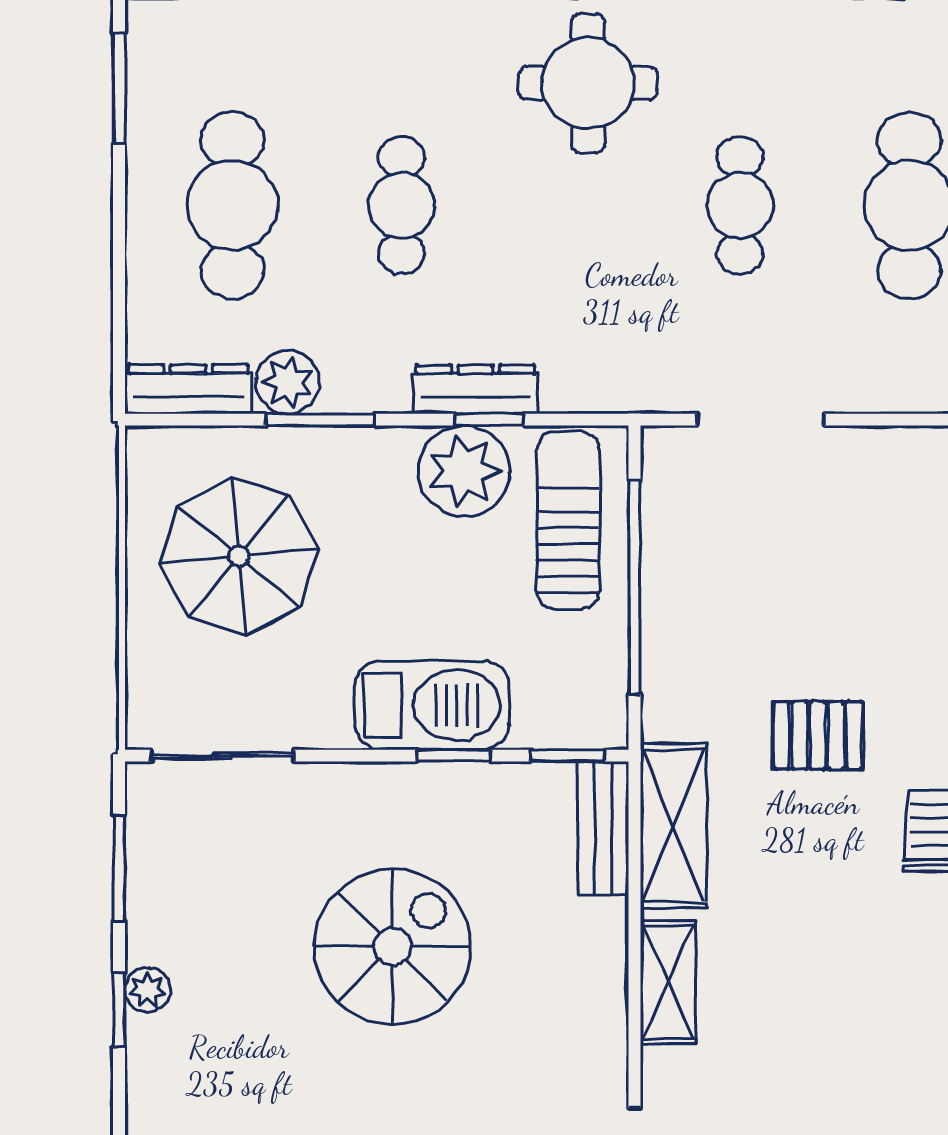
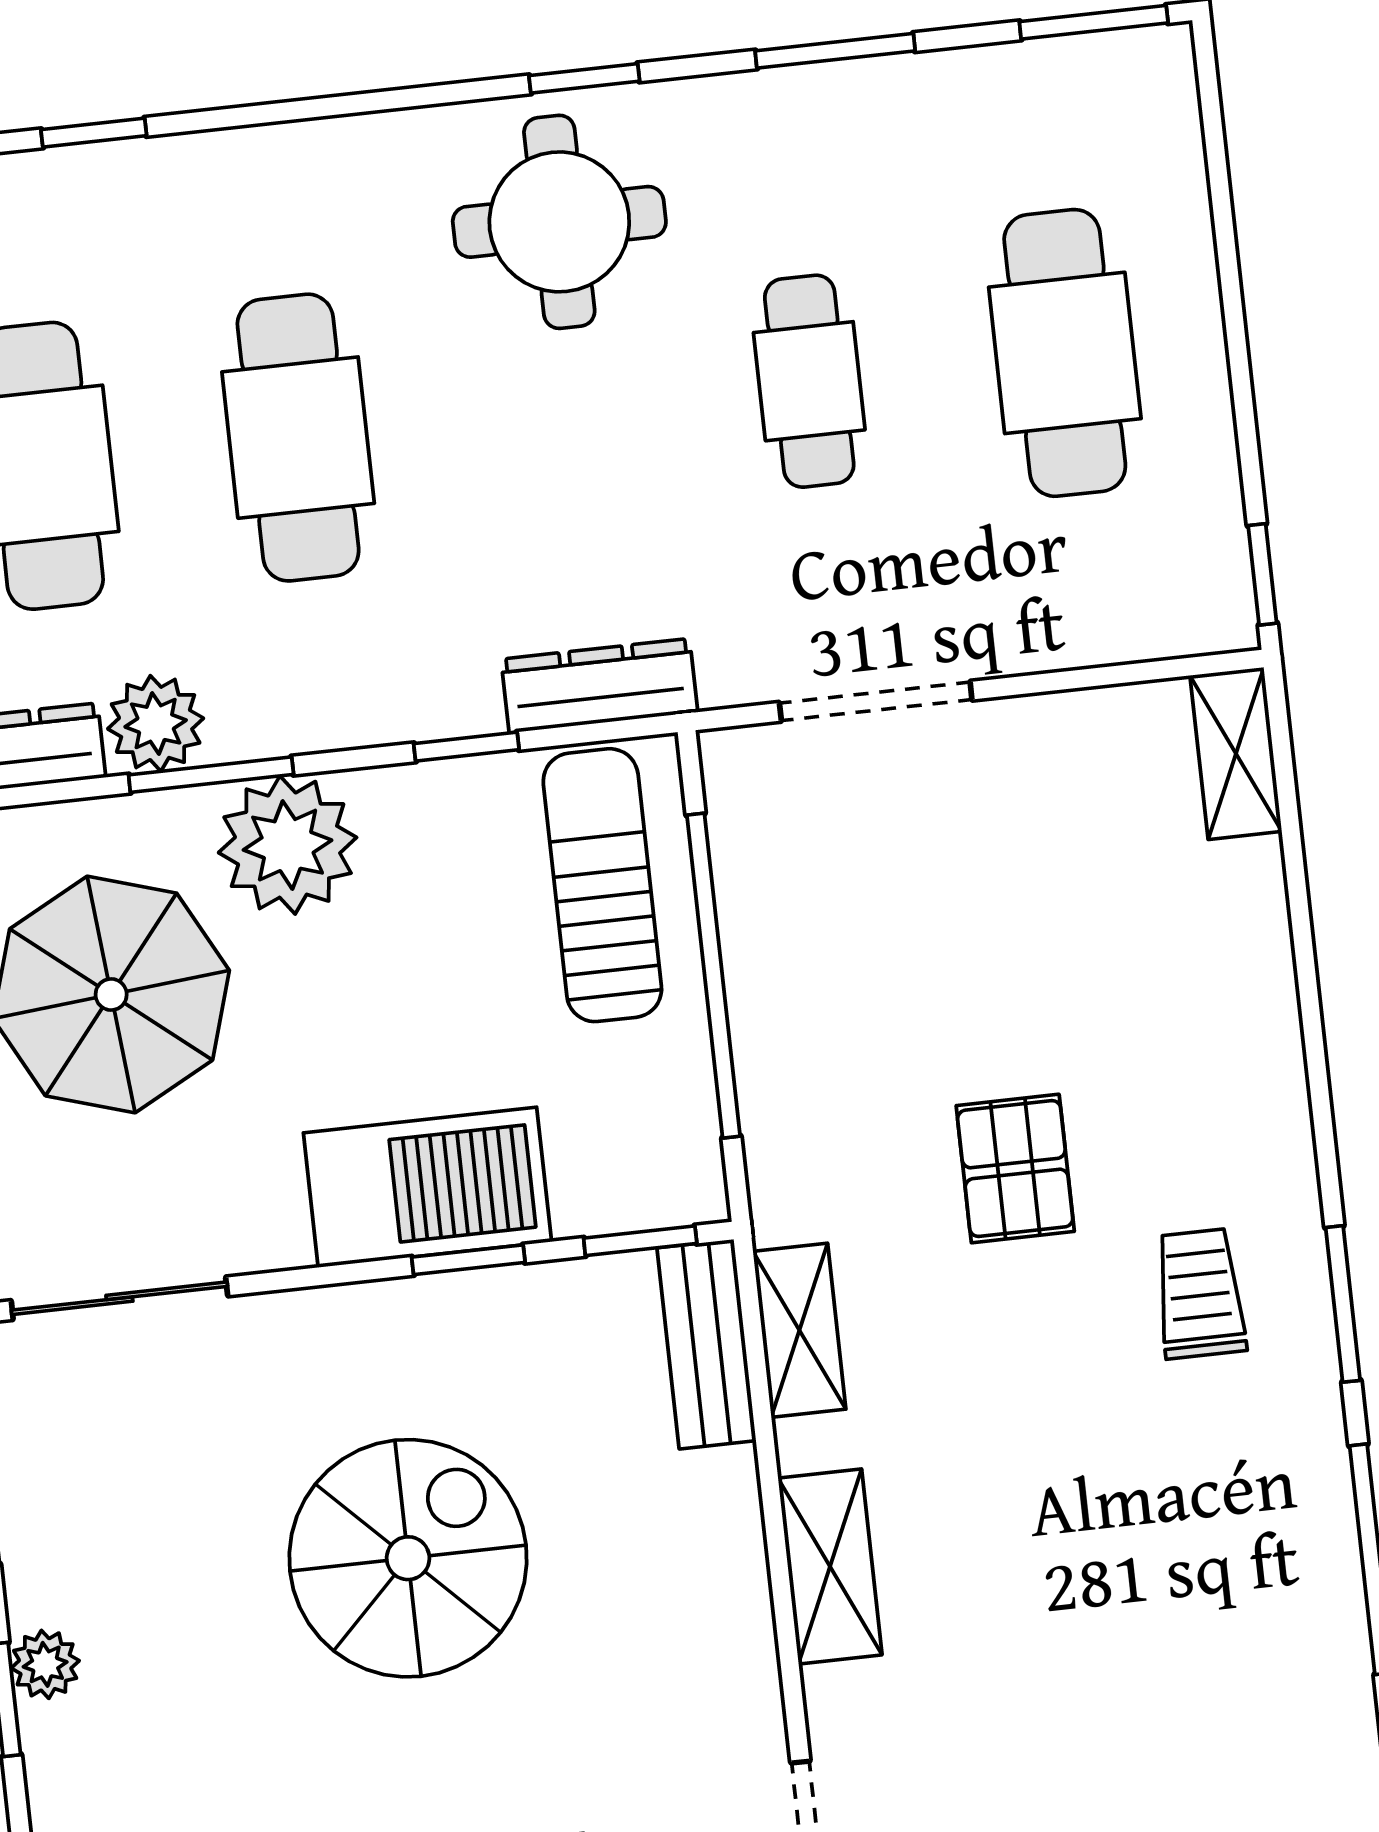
cafe table: (402, 205) -> (298, 438), width x1.37, depth x1.35
dresser: (476, 389) -> (599, 686), moved
plant: (464, 471) -> (288, 845), moved
pallet: (818, 735) -> (1015, 1169), turned 90
shelving: (673, 826) -> (799, 1330), width x0.67, depth x0.75

